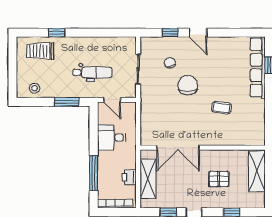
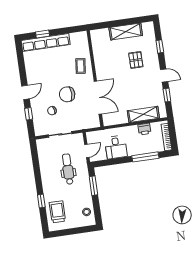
trolley: (40, 51) -> (57, 212), turned 180
double door: (178, 148) -> (98, 98), moved
wall: (203, 148) -> (95, 79), moved

